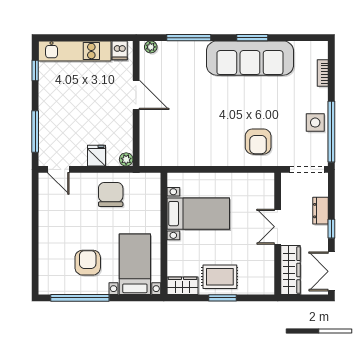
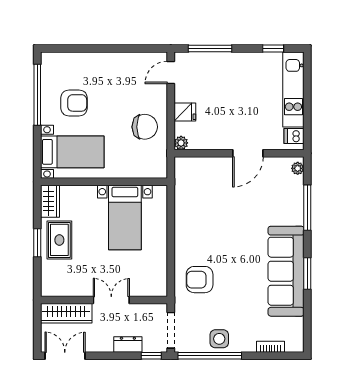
window: (331, 229) -> (151, 356), moved

